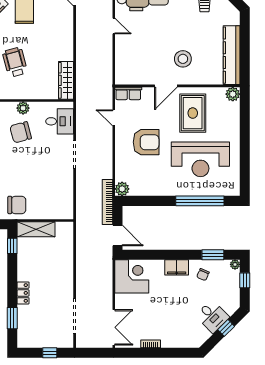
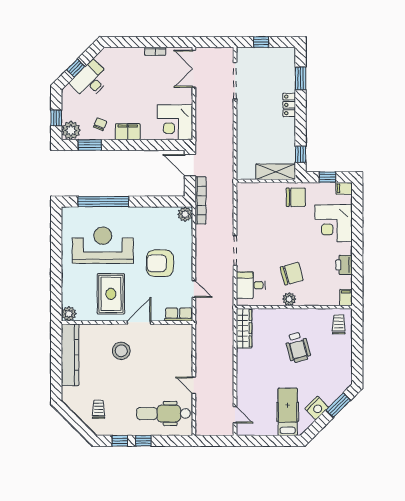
chair: (17, 205) -> (296, 197), turned 180
plant: (235, 264) -> (71, 130), width x1.88, depth x1.88
desk: (212, 316) -> (90, 80), width x1.37

